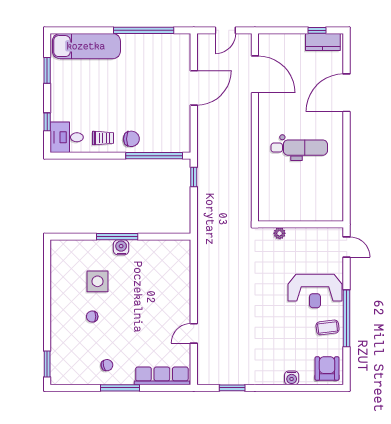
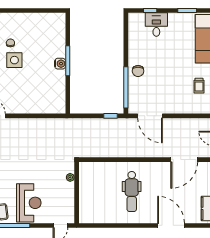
door: (194, 88) -> (150, 116), moved
desk: (67, 137) -> (156, 25), moved
trolley: (103, 138) -> (199, 86), moved
side table: (97, 281) -> (14, 60), moved
reception desk: (315, 291) -> (29, 203), turned 180

